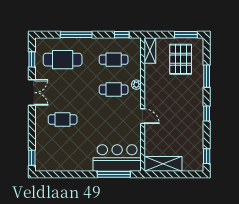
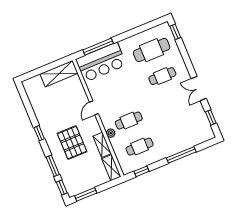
pallet: (181, 59) -> (72, 143), moved
cafe table: (63, 60) -> (152, 50), moved
shelving: (150, 77) -> (102, 145), added
door: (143, 116) -> (94, 108), hinge flipped
window: (207, 156) -> (62, 188), moved

